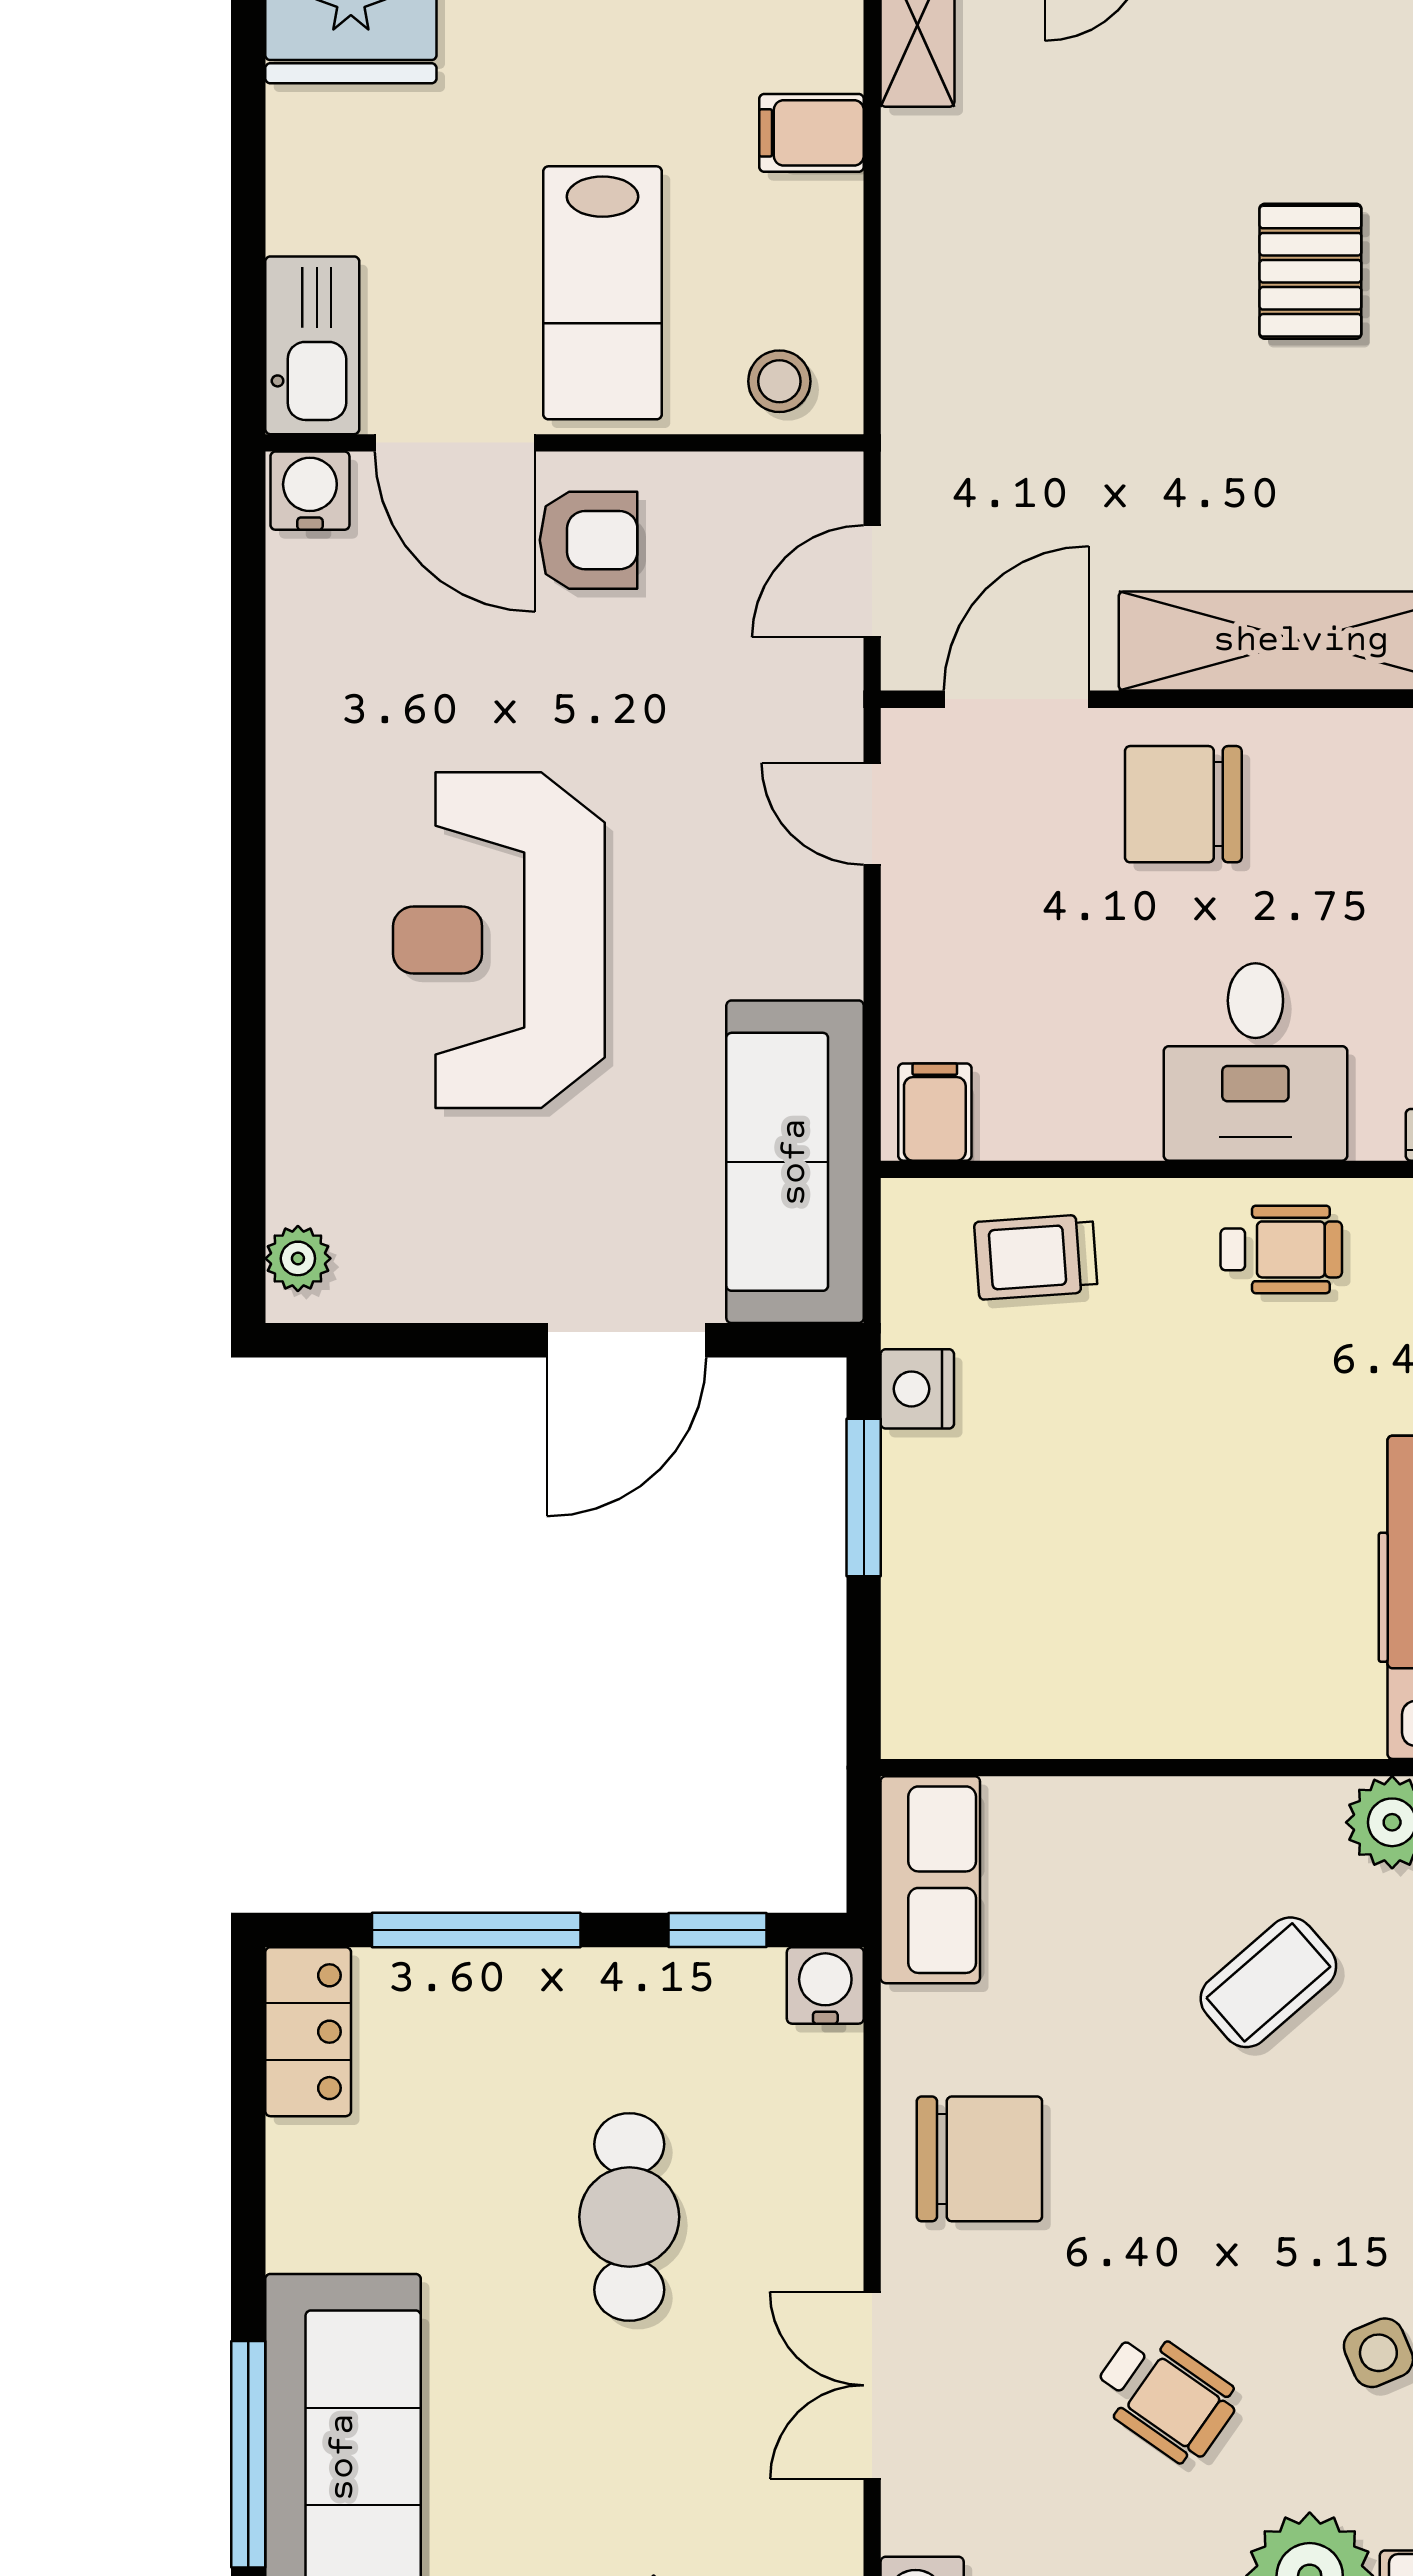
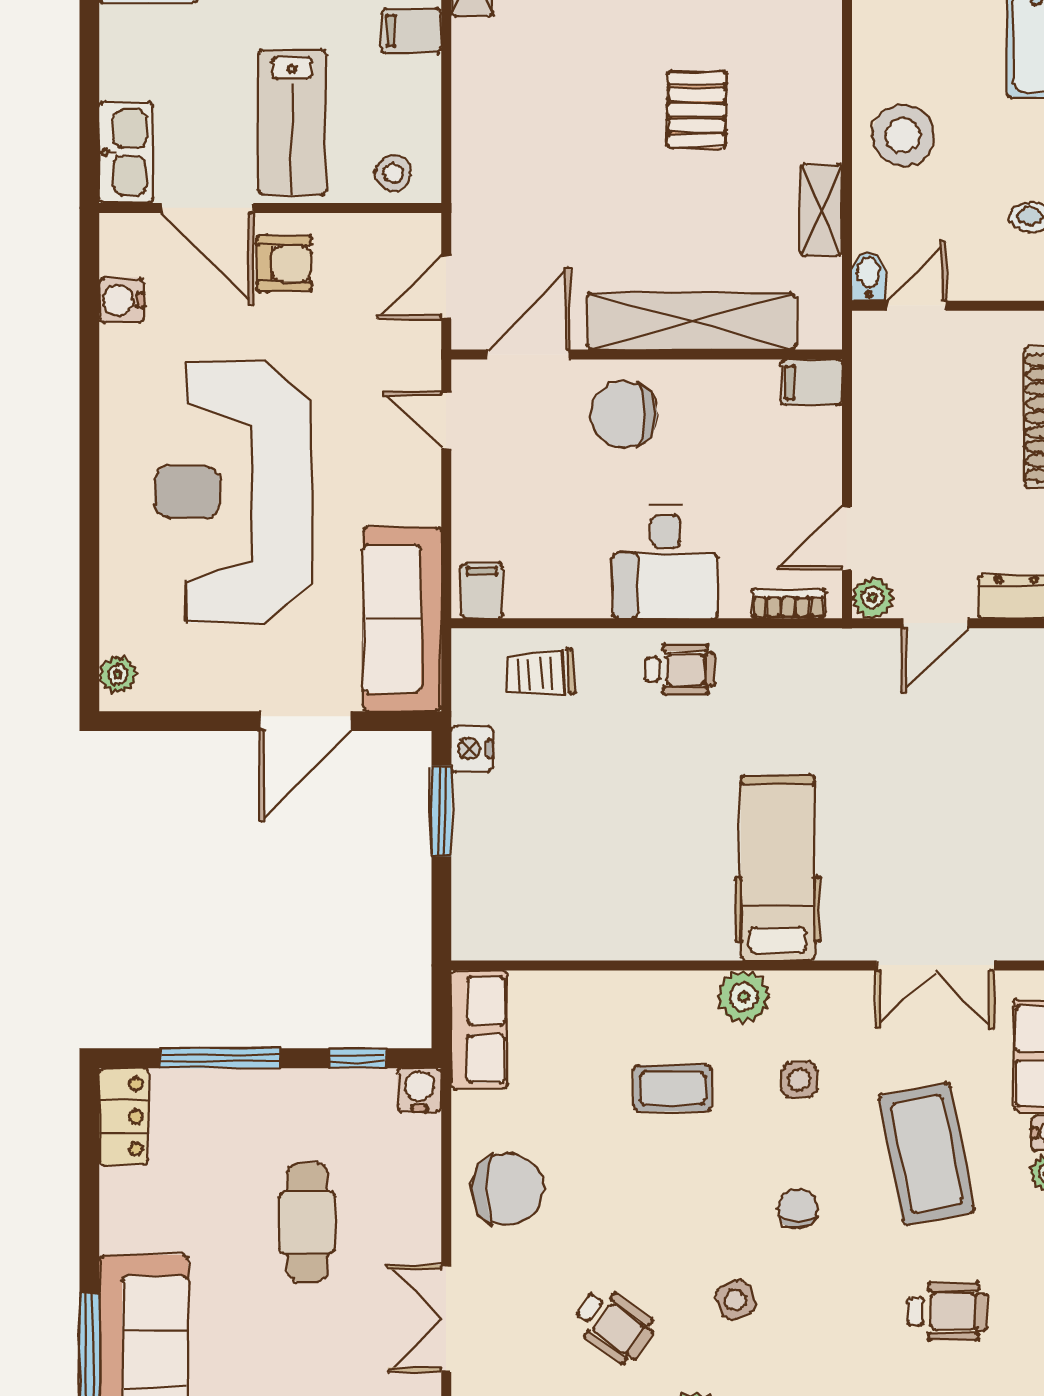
water cooler: (310, 491) -> (122, 300), moved, turned -90
reception desk: (499, 940) -> (233, 492), width x1.36, depth x1.30
coffee table: (1268, 1982) -> (673, 1088), turned 41

